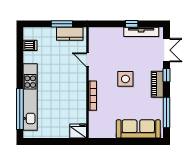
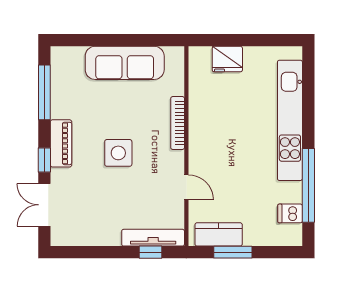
window: (132, 24) -> (150, 252), moved
tv unit: (141, 32) -> (153, 238), moved
window: (20, 109) -> (308, 185), moved
sofa: (138, 129) -> (125, 63), moved
fridge: (78, 131) -> (227, 59), moved

